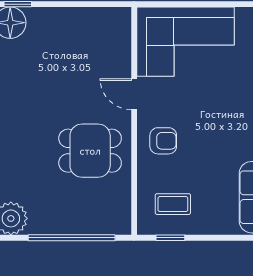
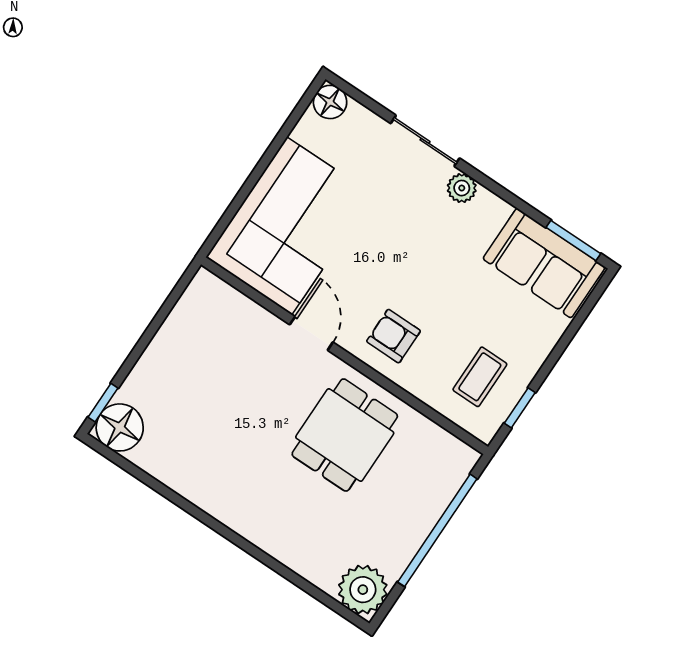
door: (134, 94) -> (311, 333), swing flipped
armchair: (163, 141) -> (394, 336), turned -90

